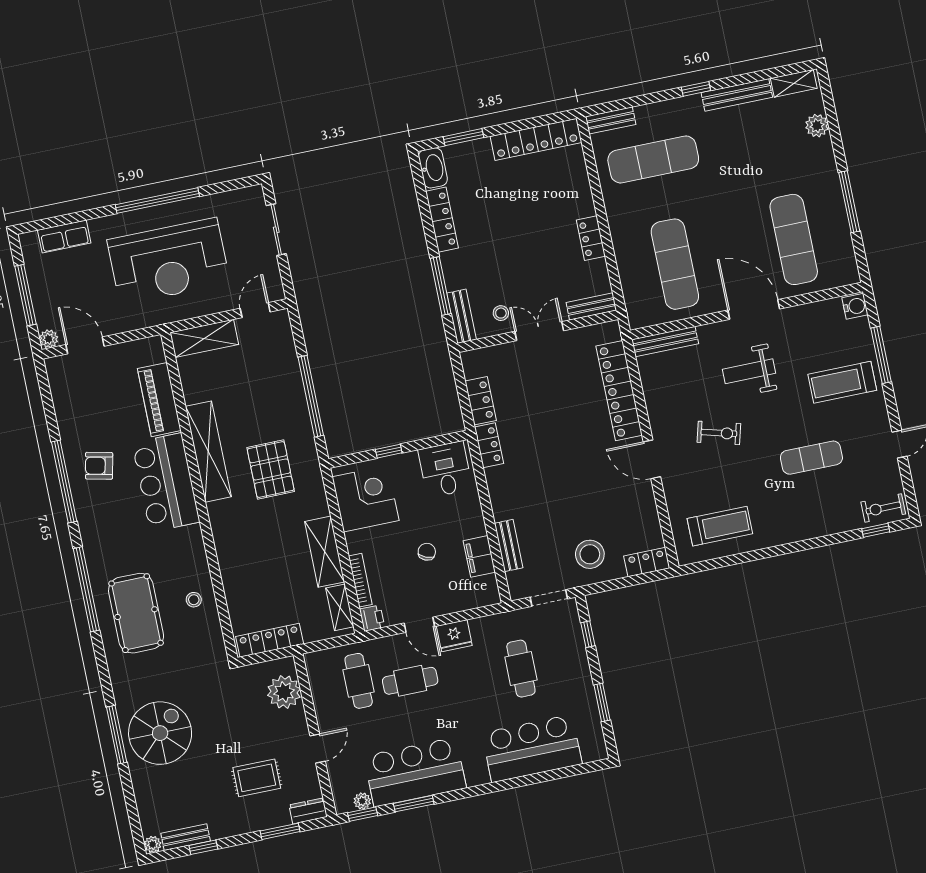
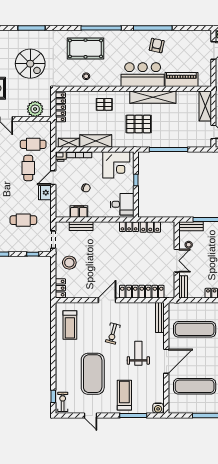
exercise mat: (811, 458) -> (93, 374), width x2.00, depth x1.45
pallet: (245, 550) -> (104, 104), added
spiral stairs: (160, 733) -> (30, 64), moved

